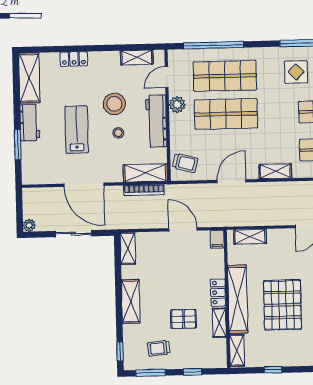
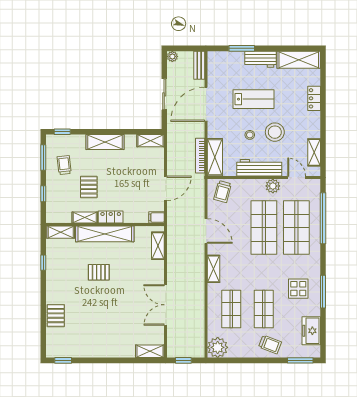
bench: (39, 194) -> (199, 65), added
pallet: (282, 305) -> (99, 272), width x0.49, depth x0.50

